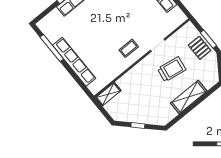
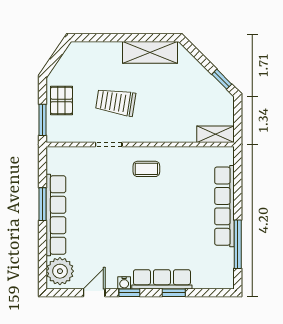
window: (208, 39) -> (43, 120), moved
shelving: (189, 97) -> (150, 52), moved
window: (138, 125) -> (222, 79), moved

